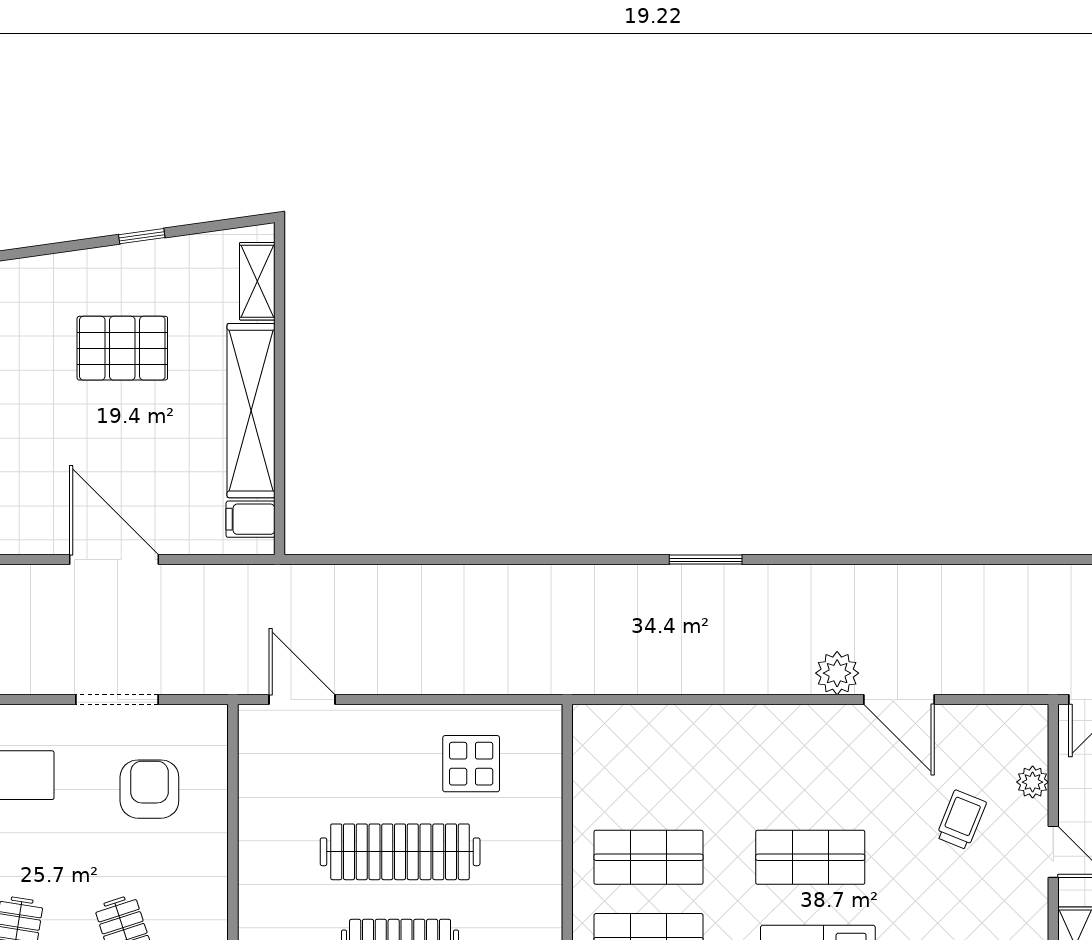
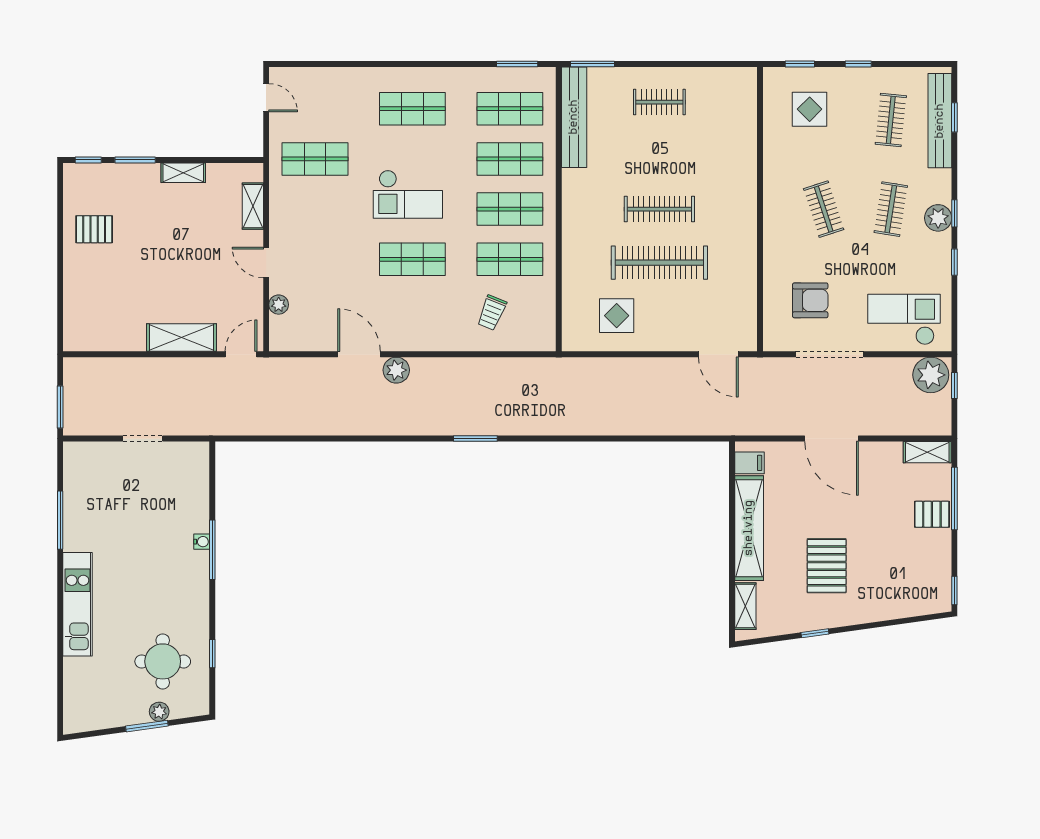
pallet: (122, 348) -> (827, 566), turned 90
doorway: (117, 700) -> (830, 354), width x1.36
armchair: (149, 789) -> (810, 300), turned -90
trolley: (961, 820) -> (492, 313), moved

